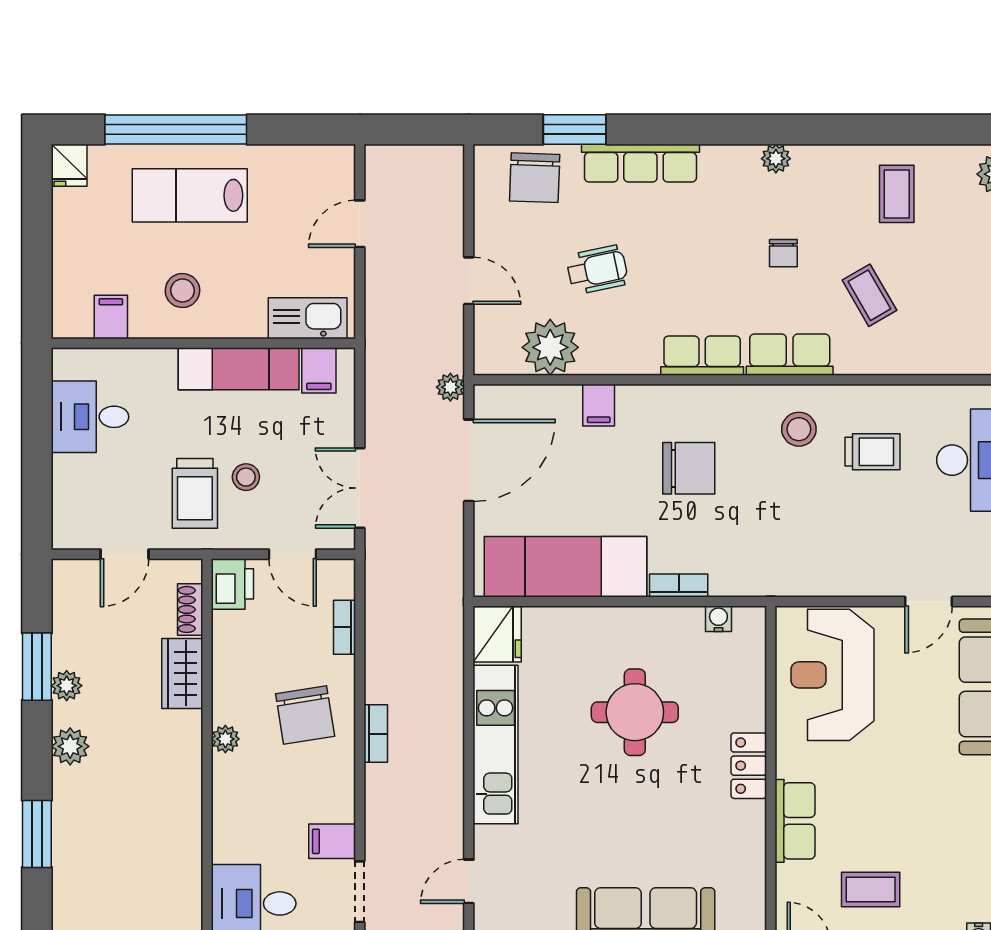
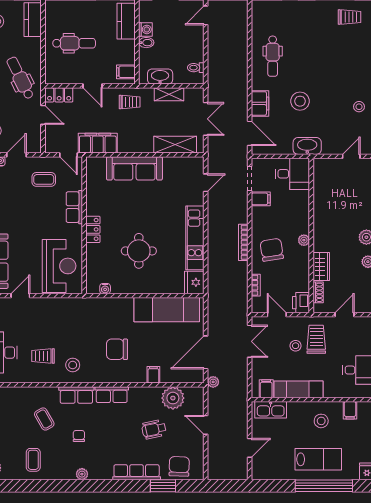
bookcase: (679, 586) -> (121, 302), removed
bookcase: (376, 734) -> (243, 242), width x1.56

